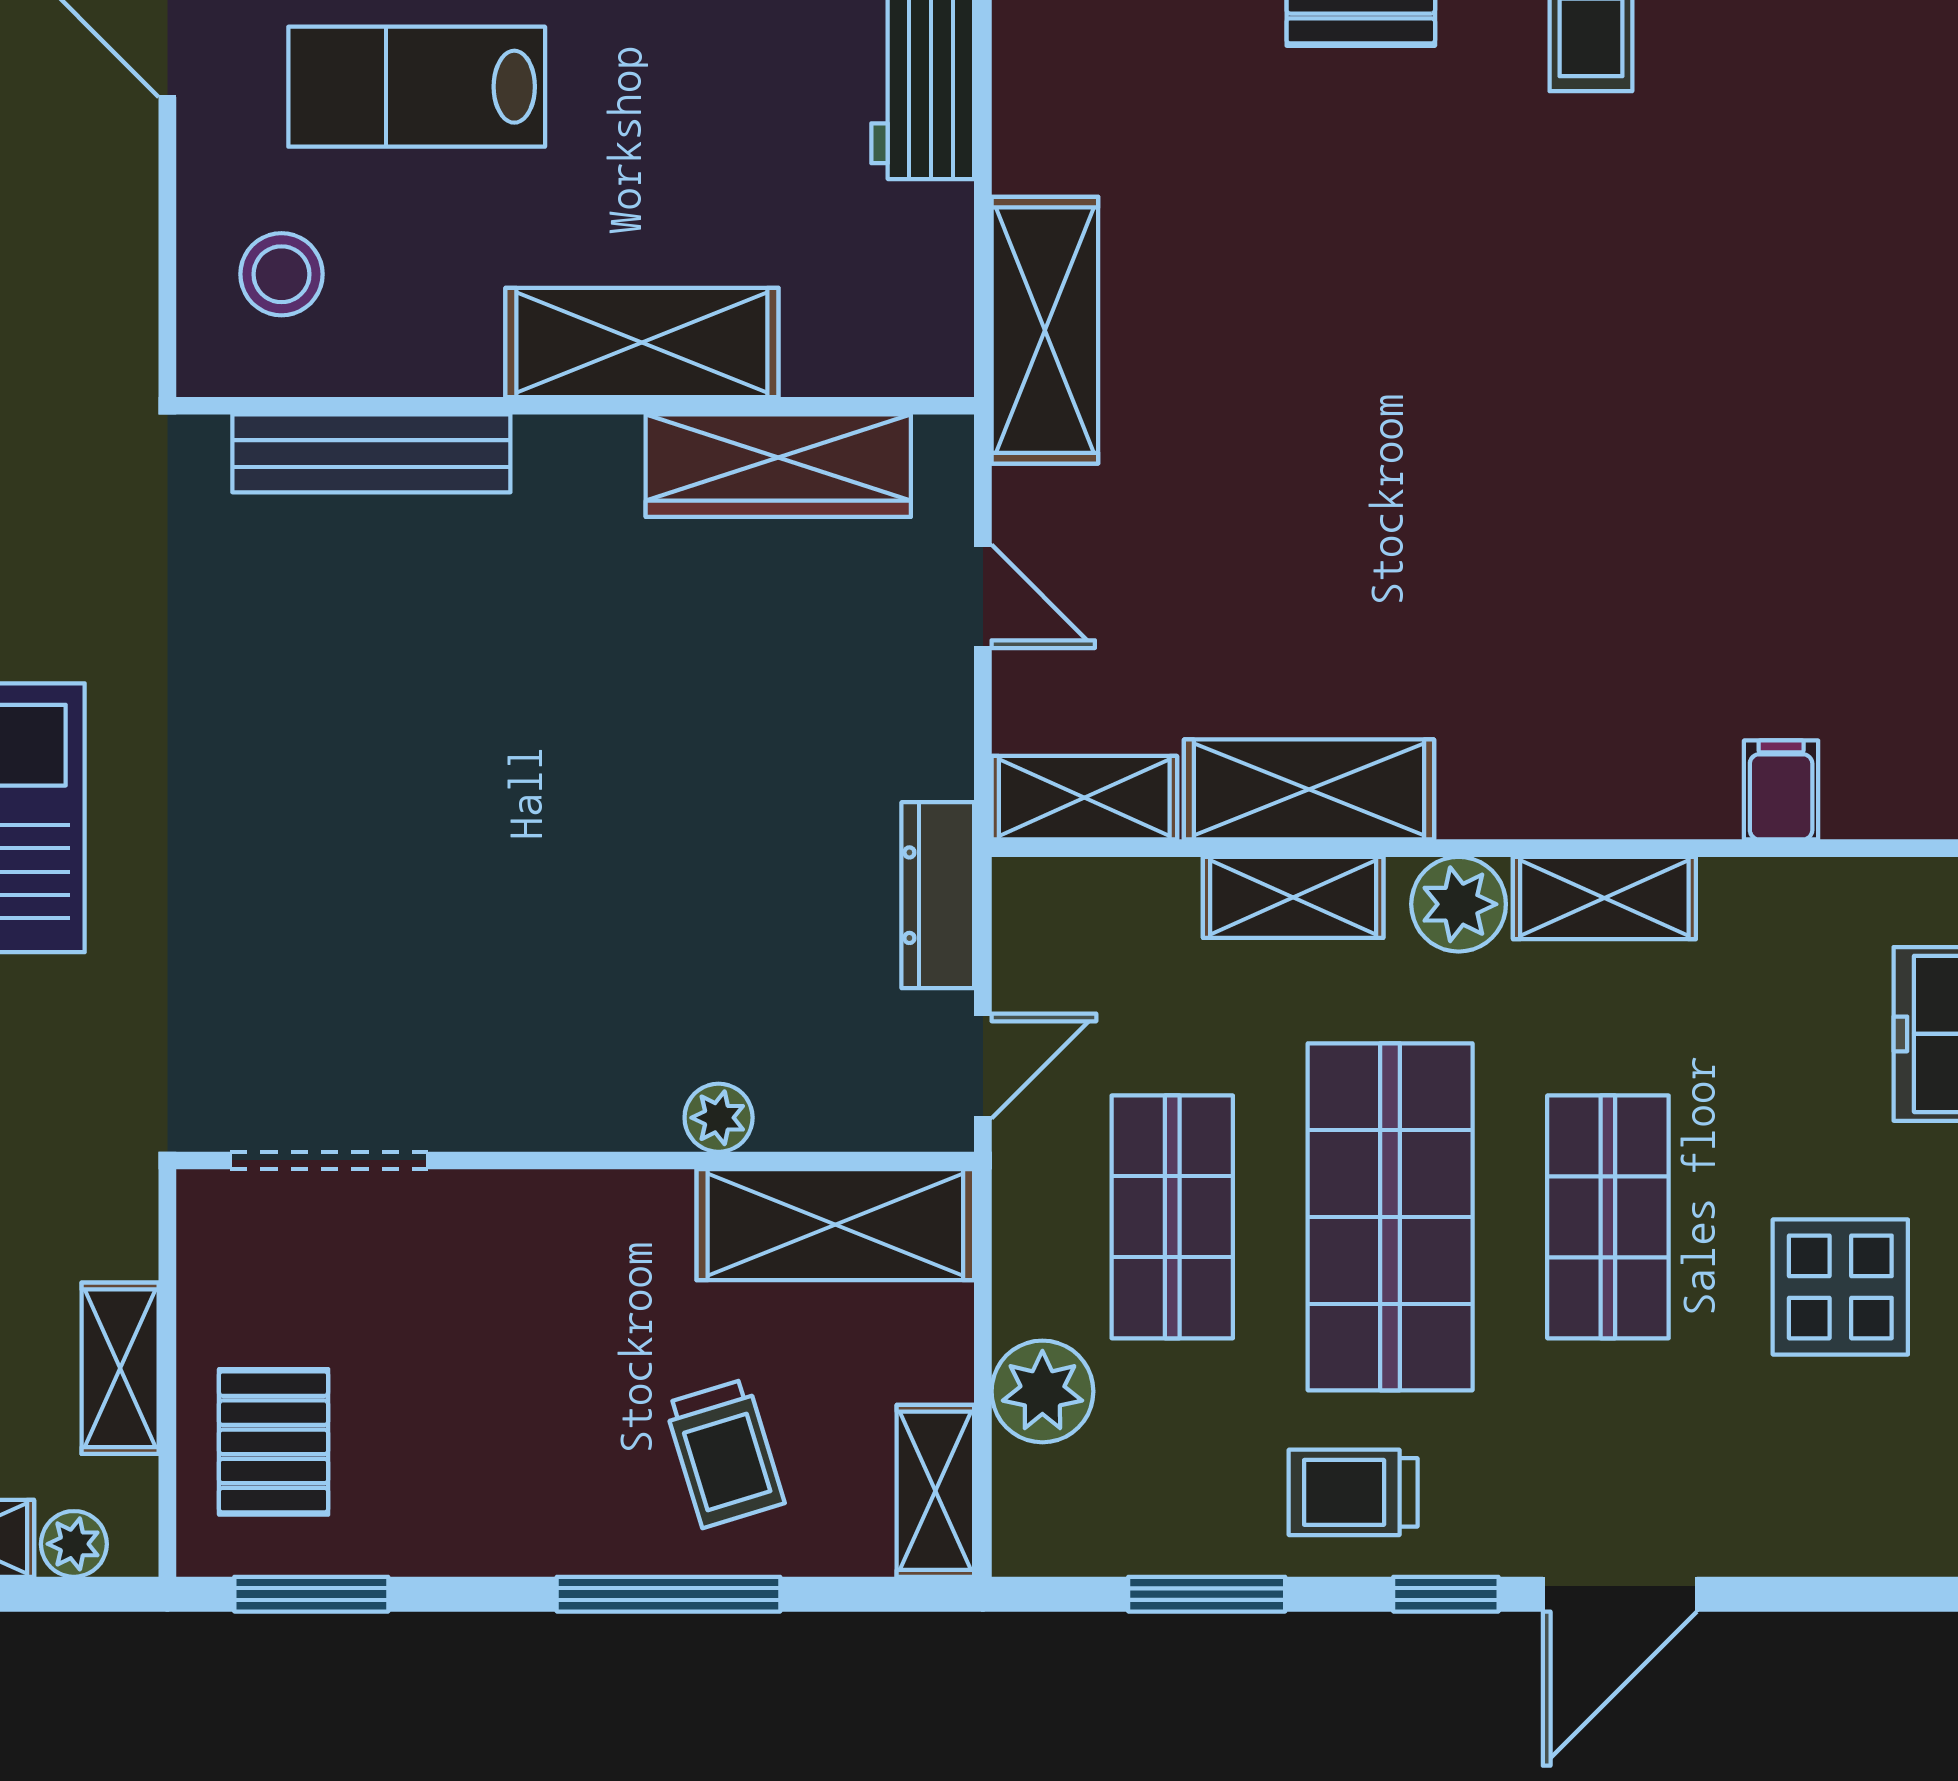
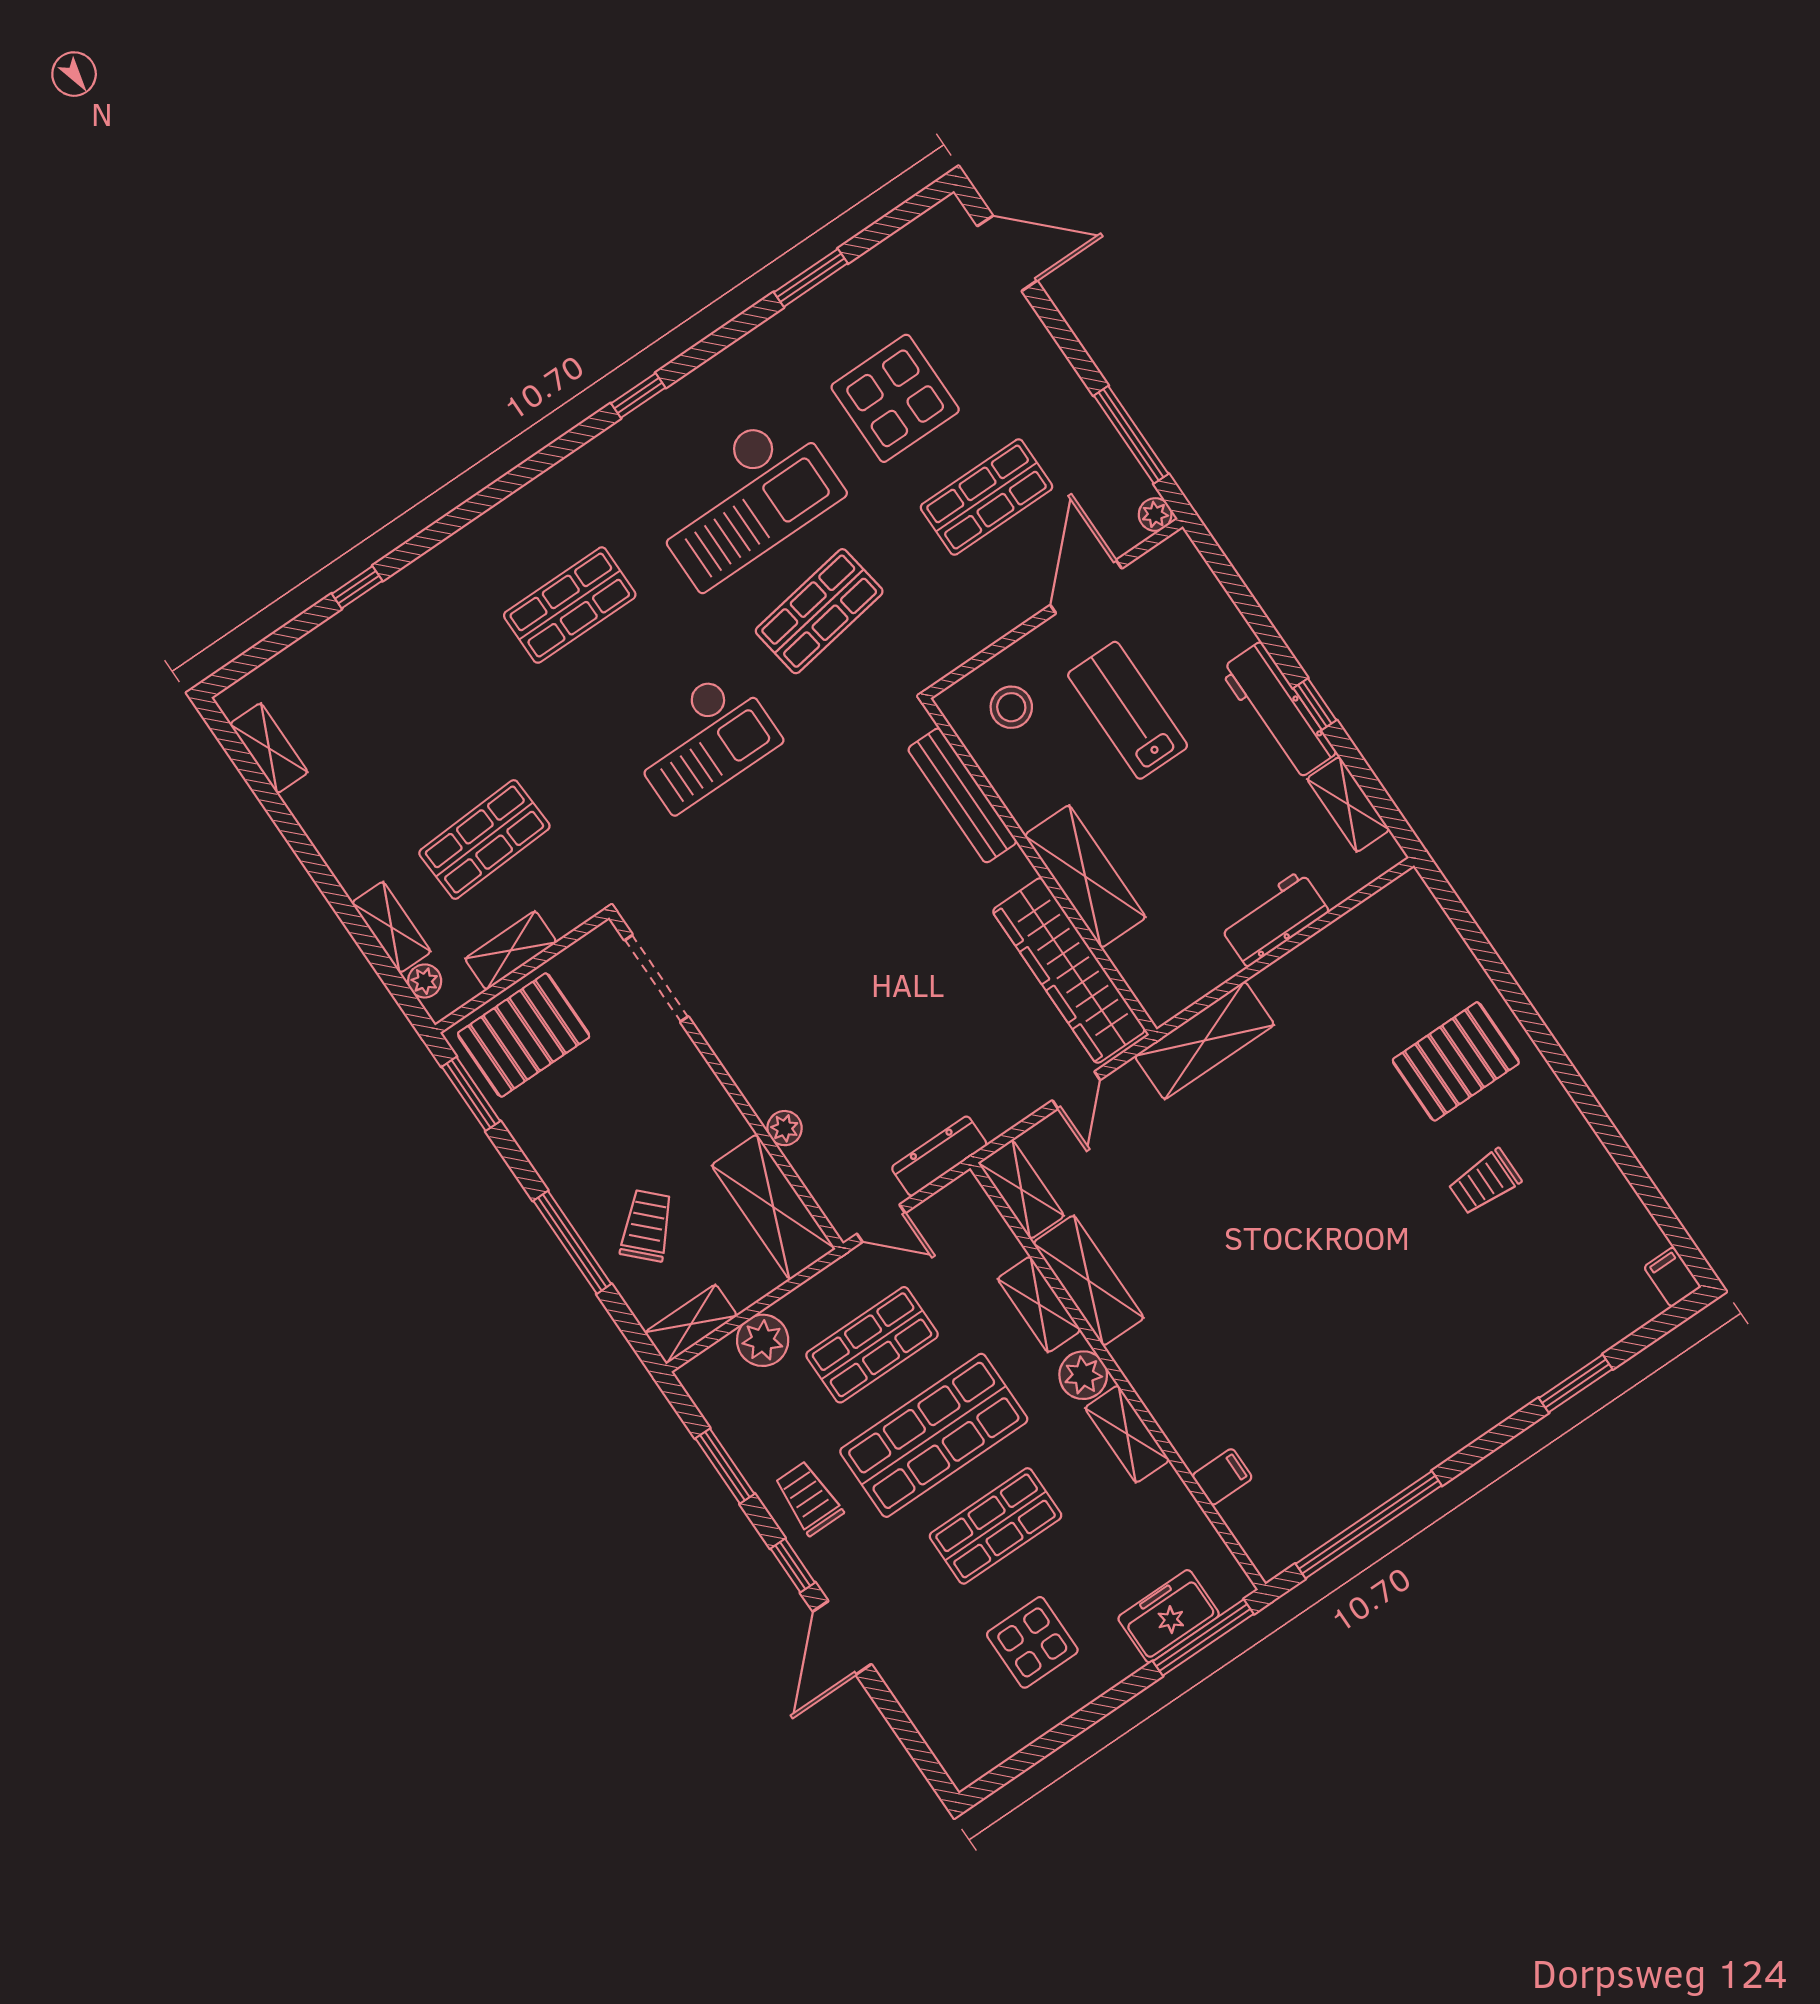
wardrobe: (778, 466) -> (1069, 971), width x1.40, depth x1.17
pallet: (274, 1442) -> (524, 1035), width x1.50, depth x1.42
trolley: (724, 1453) -> (647, 1226), turned 152
door: (1620, 1594) -> (842, 1638), hinge flipped

